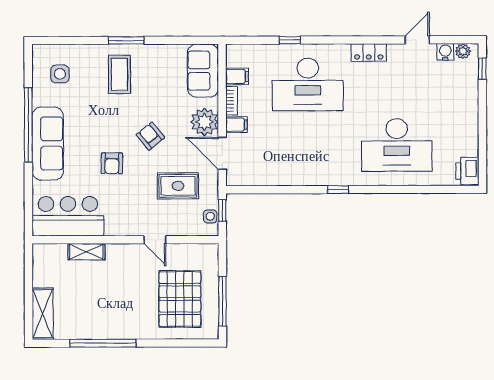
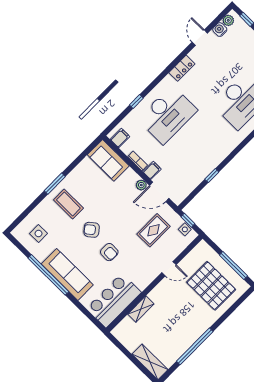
filing cabinet: (237, 76) -> (120, 138), moved
plant: (204, 122) -> (141, 185), width x0.53, depth x0.53
armchair: (150, 136) -> (92, 230), moved
window: (338, 190) -> (212, 176), moved

